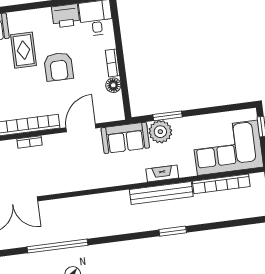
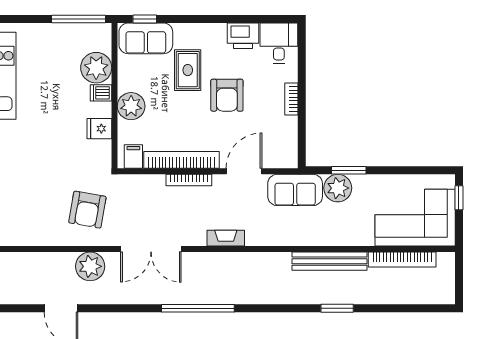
floor lamp: (113, 85) -> (289, 126), removed
bookcase: (30, 142) -> (189, 180), width x1.56
fireplace: (162, 173) -> (226, 238), moved

